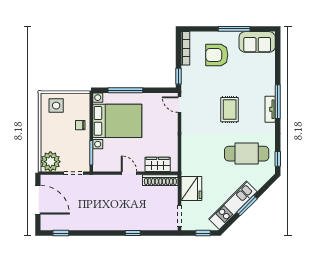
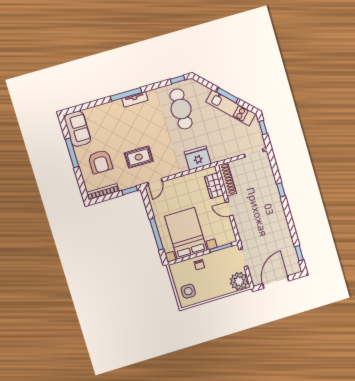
rug: (230, 110) -> (139, 157), moved
door: (129, 173) -> (229, 209), hinge flipped
fridge: (191, 188) -> (198, 158), moved

